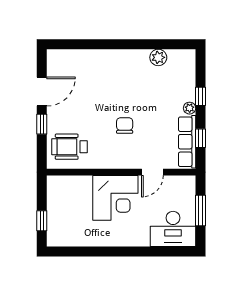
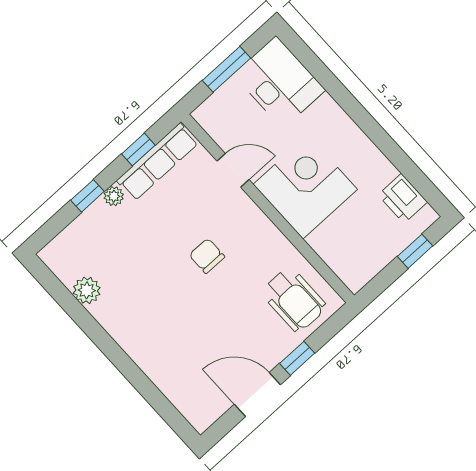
chair: (125, 126) -> (207, 256), turned 90
printer: (70, 237) -> (403, 198), added

